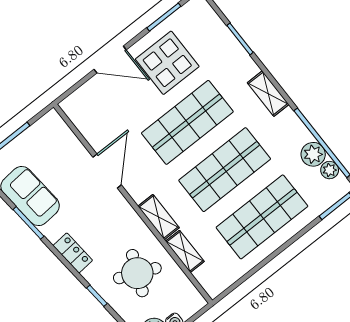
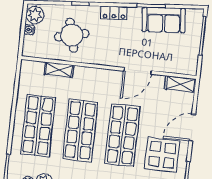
door: (107, 171) -> (138, 71), hinge flipped
shelving: (159, 217) -> (180, 84), moved
round table: (137, 273) -> (72, 35), turned -37

